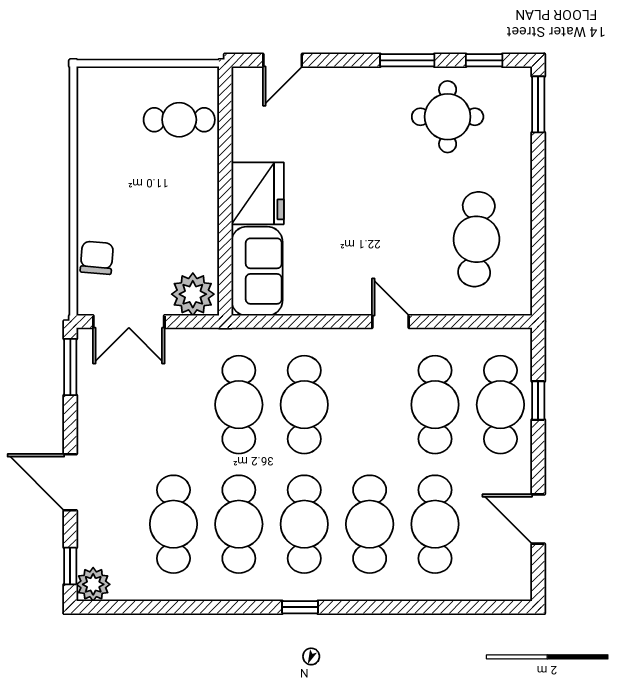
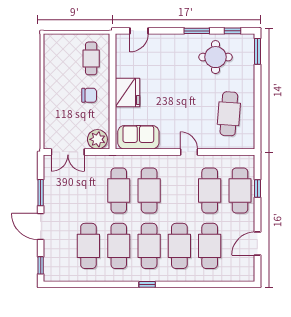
cafe table: (179, 120) -> (91, 58), turned 90
chair: (97, 258) -> (89, 95), moved, turned 85
sofa: (257, 271) -> (138, 137), moved, turned -90
window: (70, 367) -> (41, 193), moved
door: (538, 519) -> (257, 244), hinge flipped
plant: (93, 584) -> (51, 274), removed

